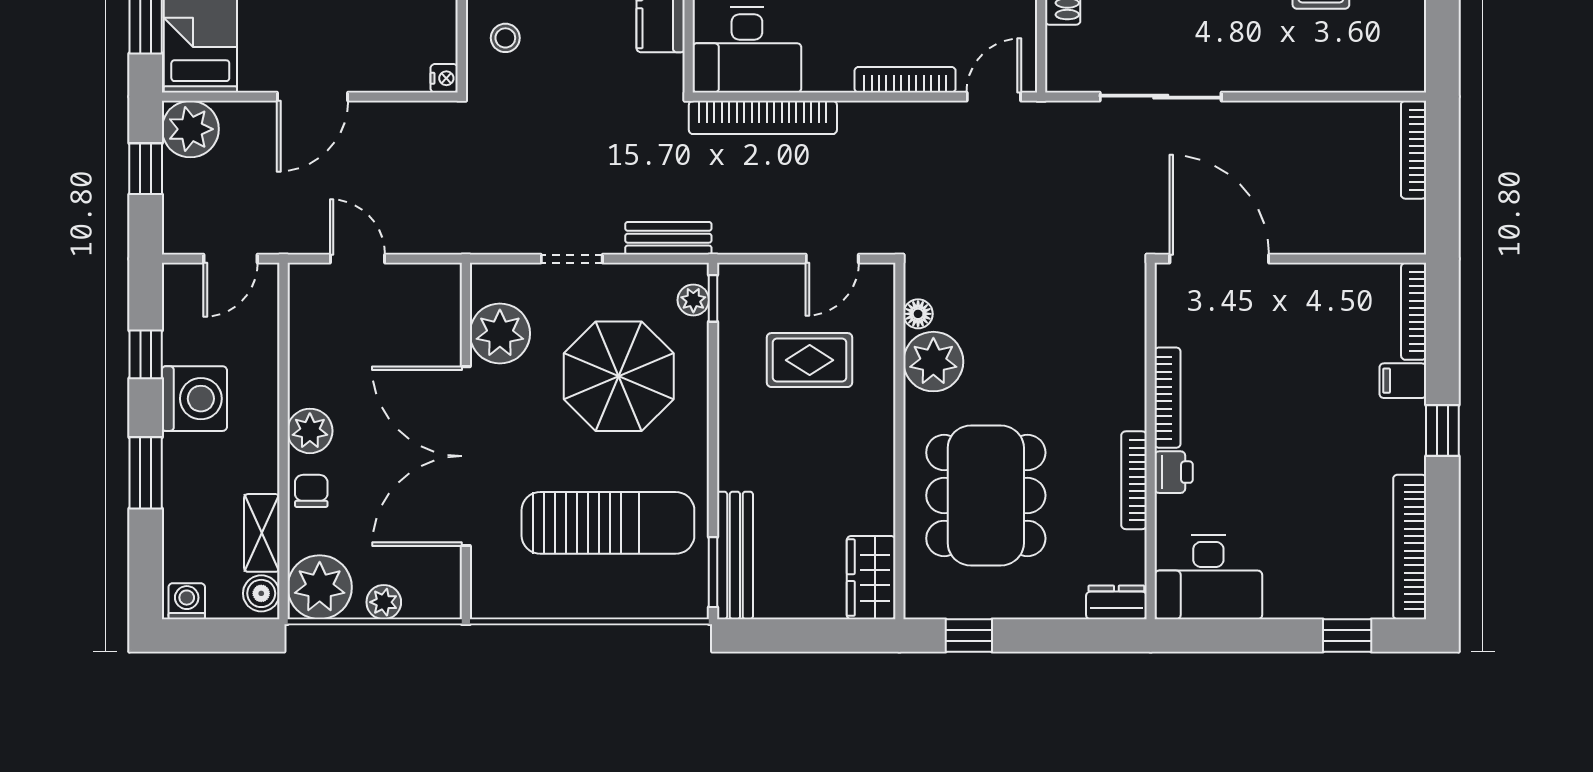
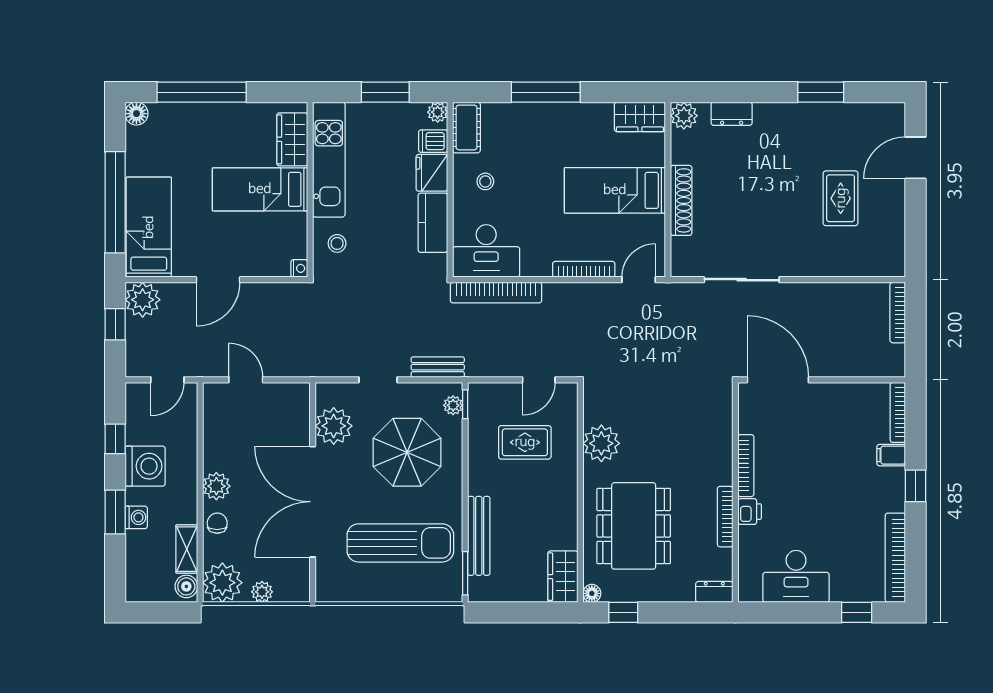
floor lamp: (918, 314) -> (592, 593), moved
bench: (735, 555) -> (479, 536), moved
desk: (1208, 577) -> (796, 576), moved
washing machine: (187, 601) -> (136, 517), moved, turned 90

